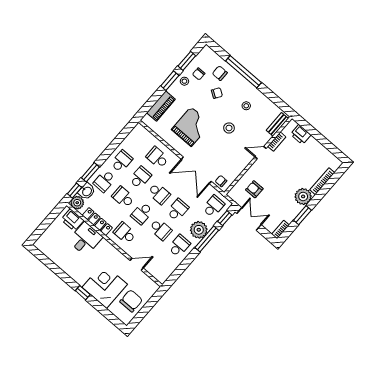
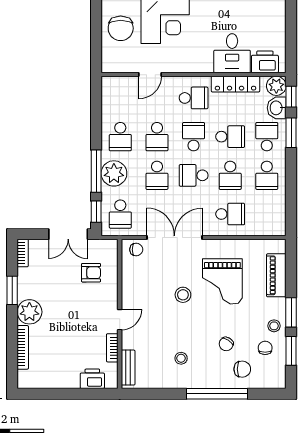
stool: (229, 128) -> (183, 295), moved
school desk: (161, 230) -> (157, 137), turned -90

